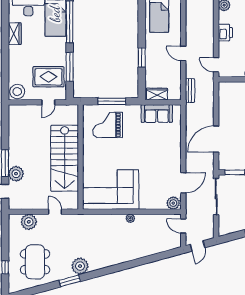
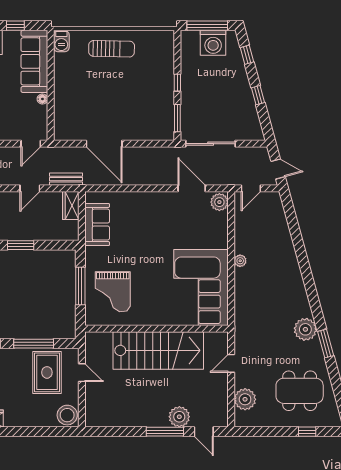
door: (183, 53) -> (30, 188), moved
wardrobe: (157, 94) -> (71, 206), moved
door: (216, 139) -> (104, 144), moved

